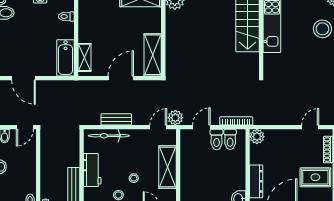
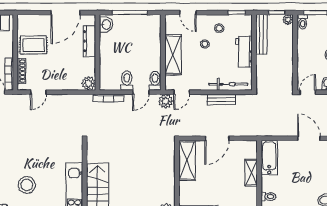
shelving: (85, 57) -> (251, 173), moved
toilet: (230, 139) -> (155, 81), moved

